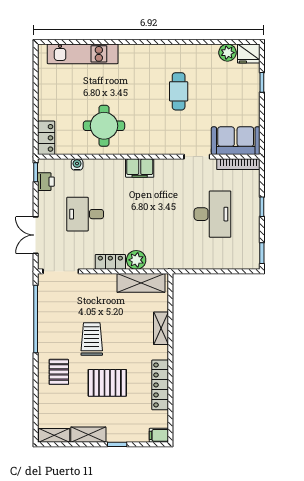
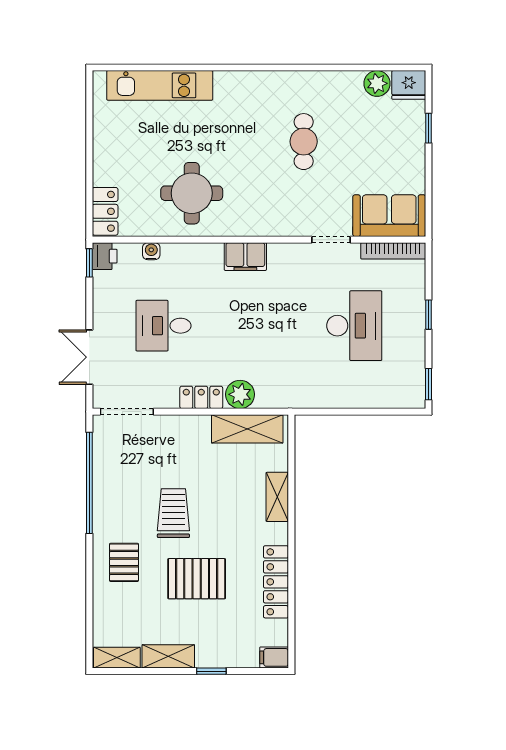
printer: (46, 182) -> (105, 256), moved

